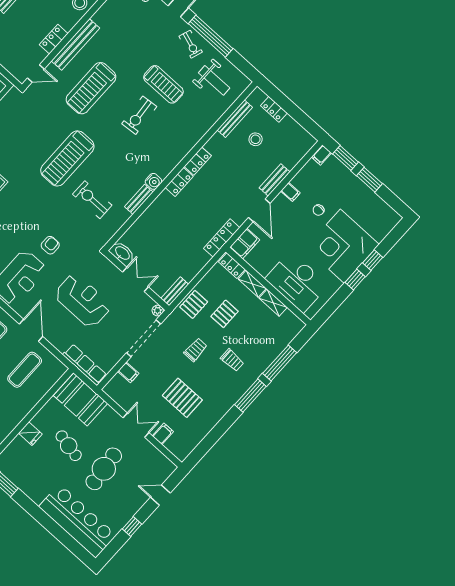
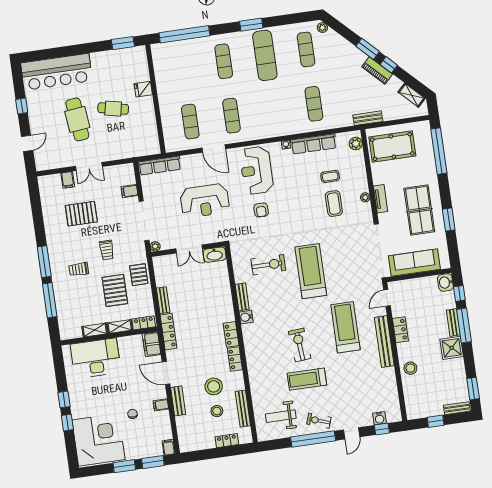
stool: (237, 160) -> (214, 386), added
corner desk: (342, 246) -> (99, 440), moved
bench: (175, 291) -> (163, 300), moved
pallet: (225, 314) -> (115, 290), width x1.50, depth x1.42
booth: (81, 399) -> (138, 143), removed

